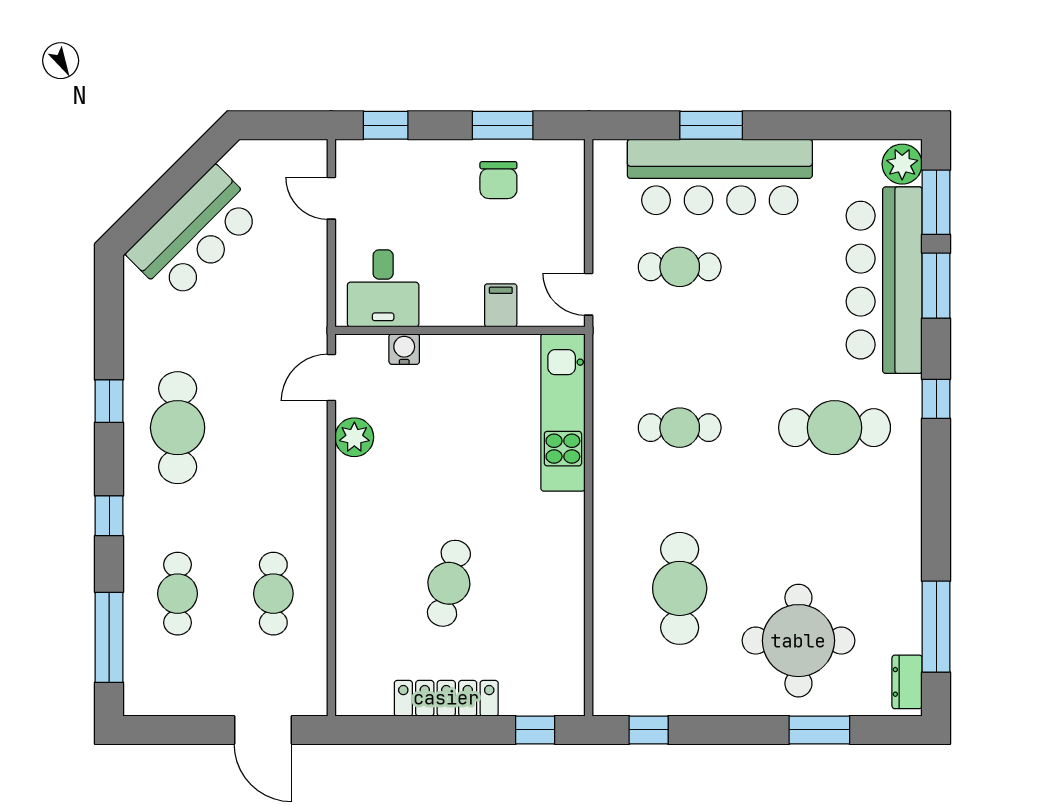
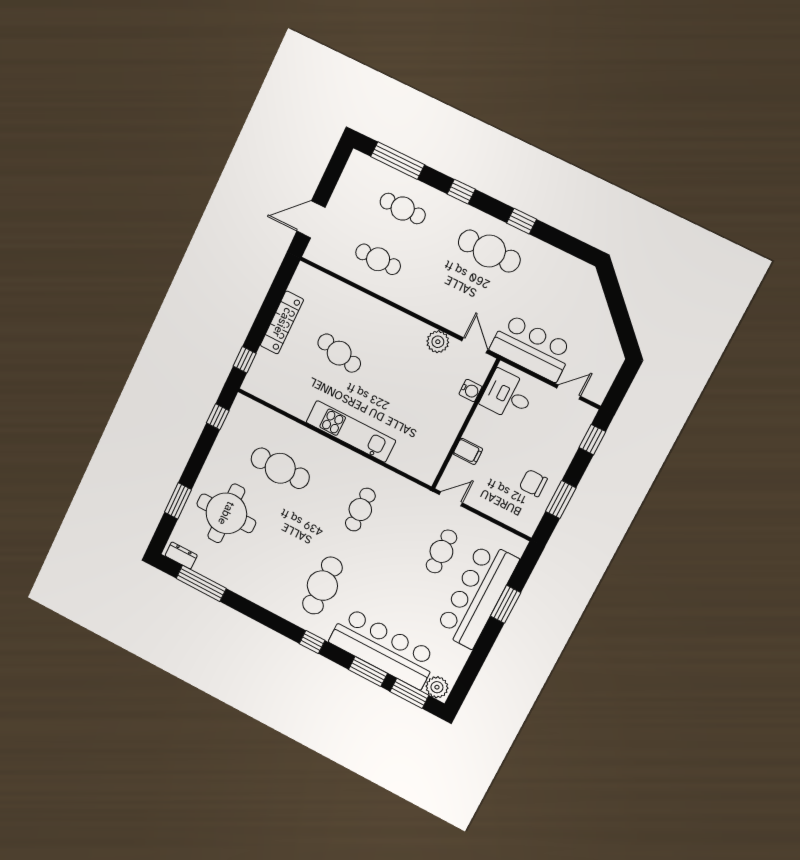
bar counter: (195, 234) -> (532, 348), moved, turned 135
kitchen unit: (563, 412) -> (351, 431), moved

